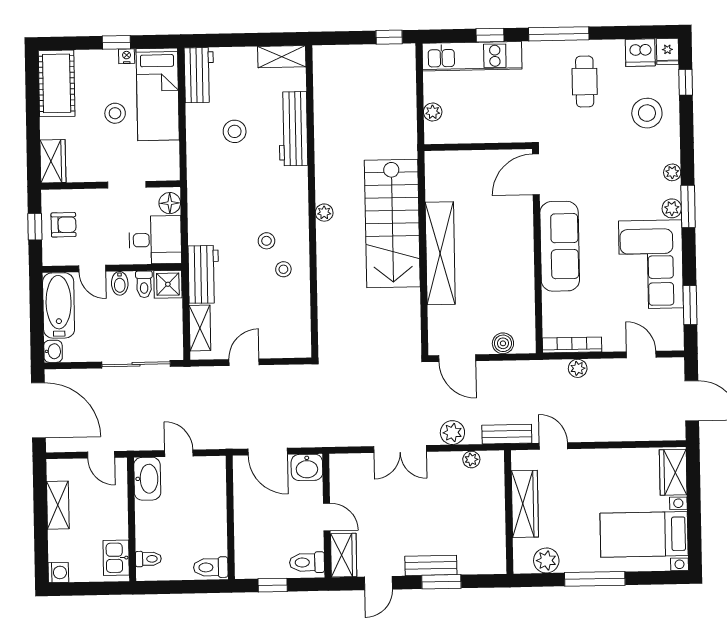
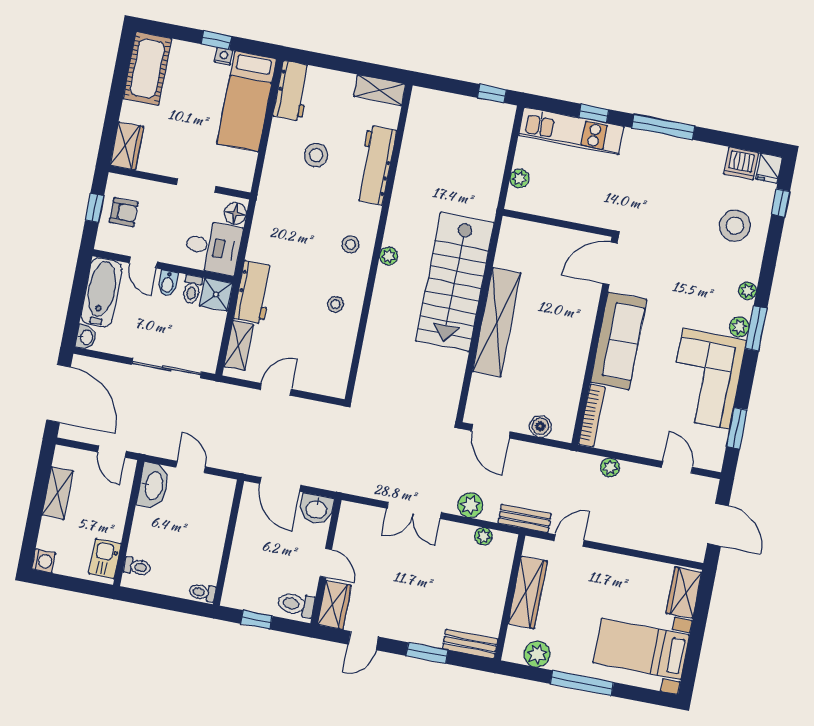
cafe table: (585, 82) -> (679, 180), removed
stool: (115, 113) -> (200, 111), removed
stool: (266, 241) -> (351, 244), moved
bookcase: (572, 345) -> (592, 416), moved, turned 90
door: (553, 446) -> (569, 541), hinge flipped
bench: (431, 565) -> (470, 644), moved
toilet: (211, 567) -> (202, 592), width x0.73, depth x0.72

